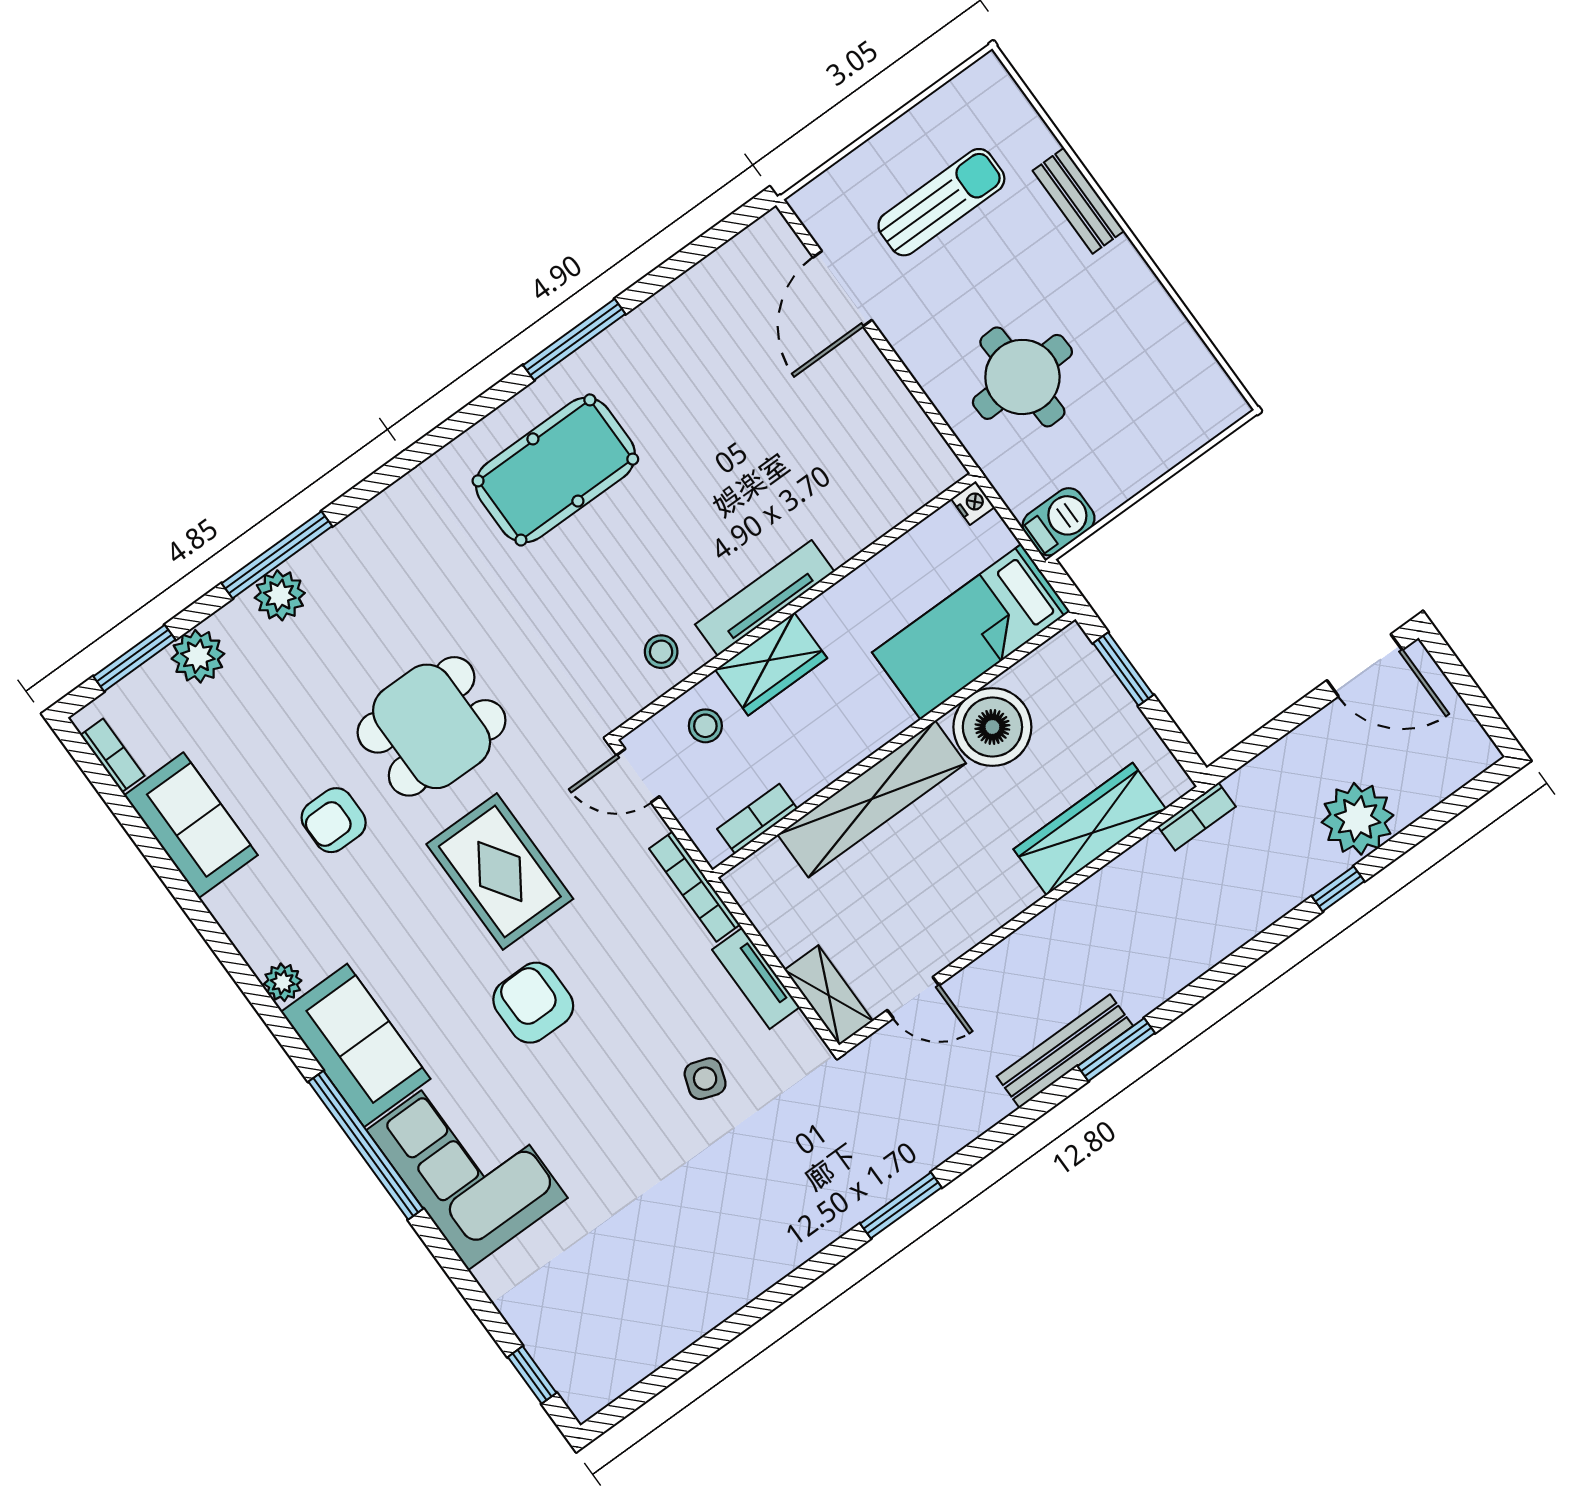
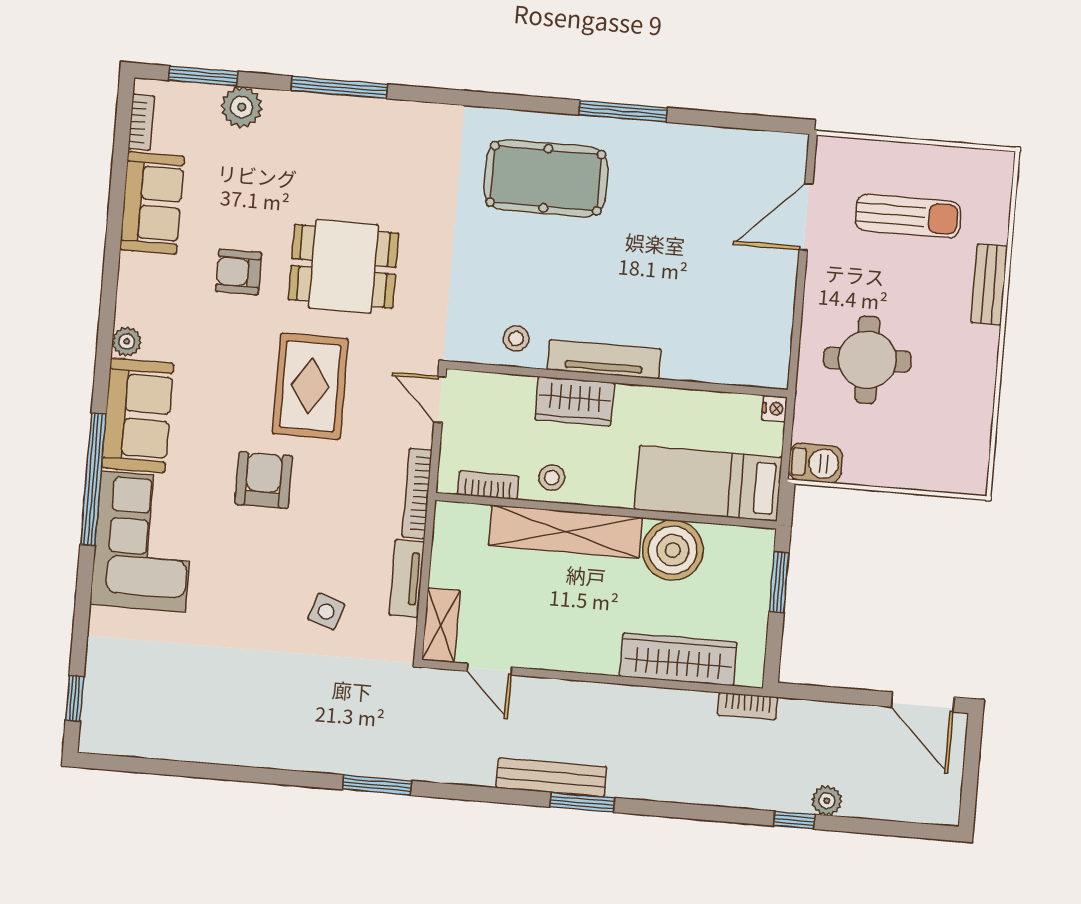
plant: (280, 595) -> (320, 113), removed
stool: (705, 726) -> (552, 478), moved
plant: (1358, 819) -> (827, 801), width x0.53, depth x0.53

